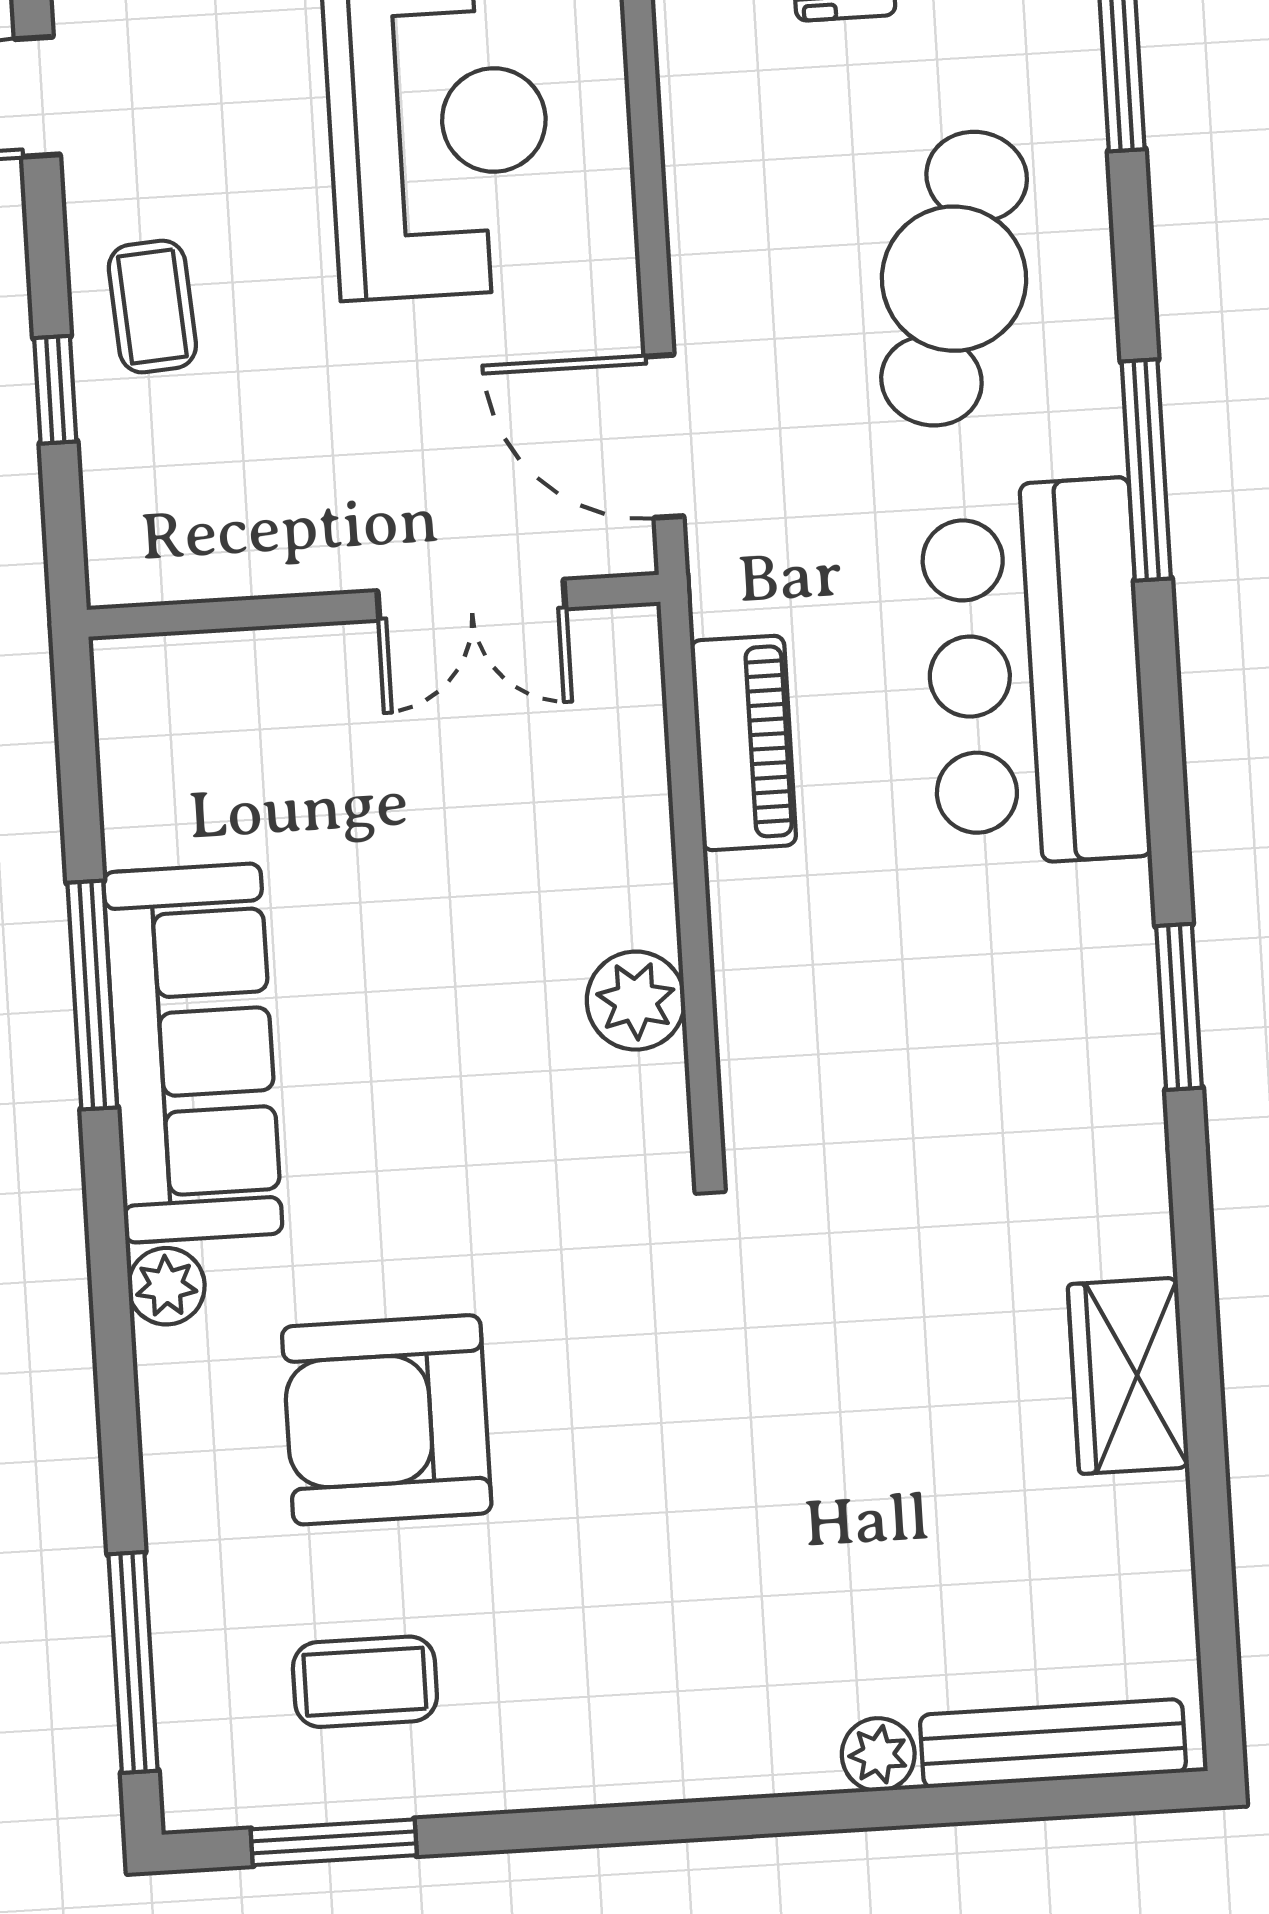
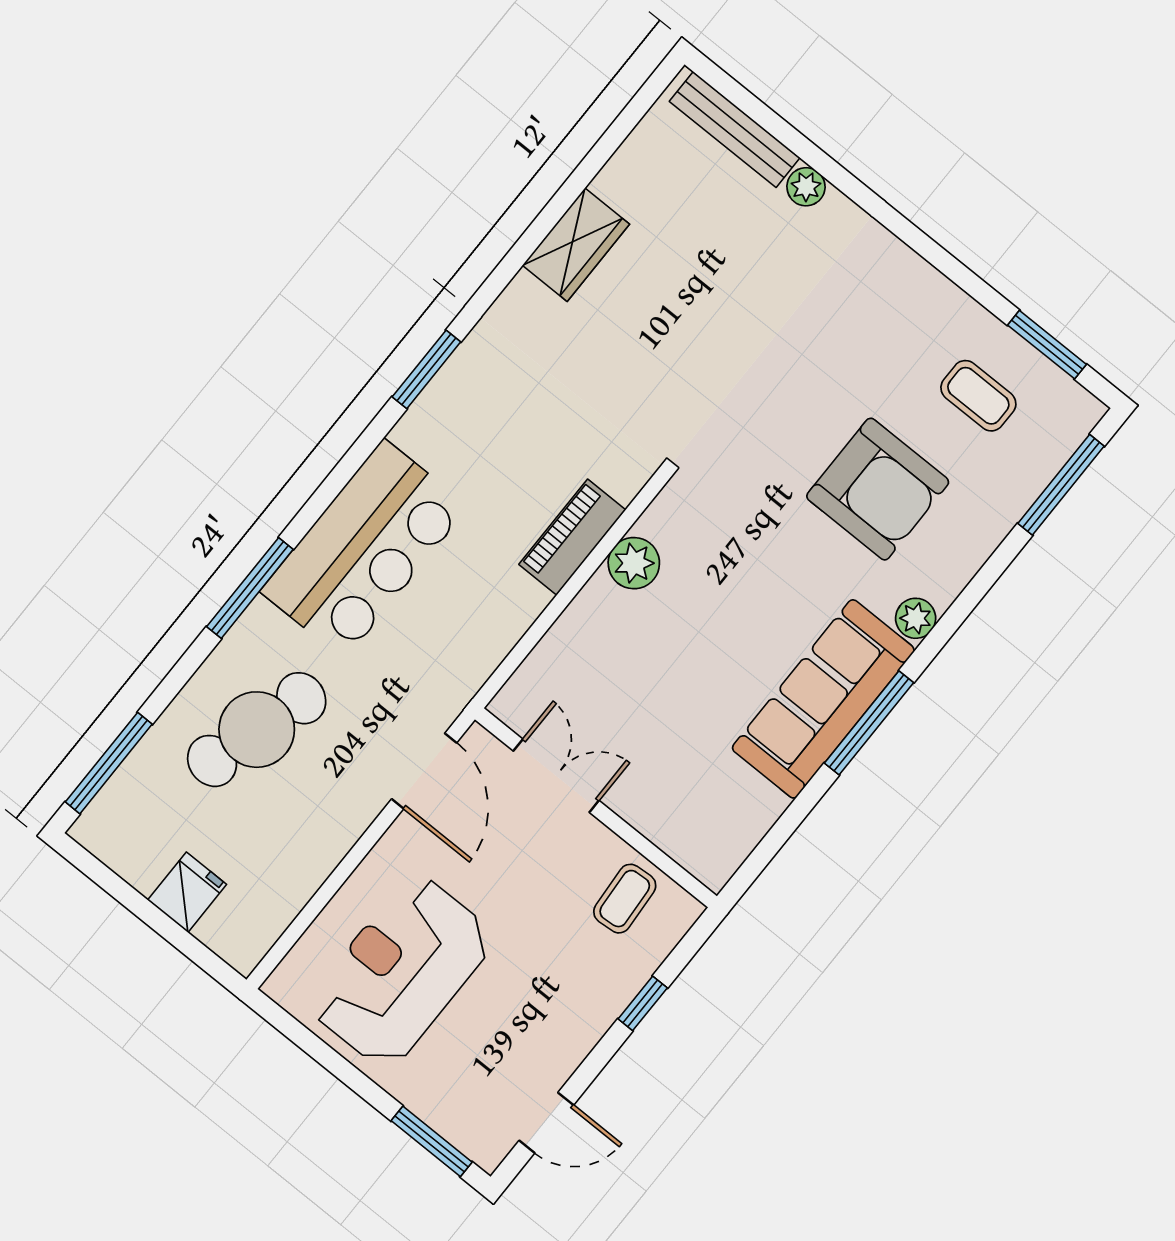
coffee table: (152, 307) -> (625, 899), moved
piano: (743, 743) -> (572, 537), moved
window: (92, 995) -> (869, 723), moved

